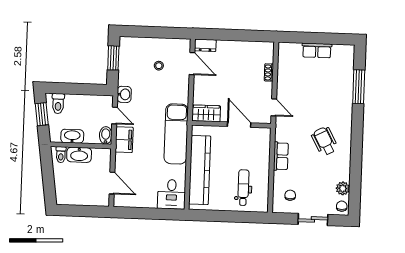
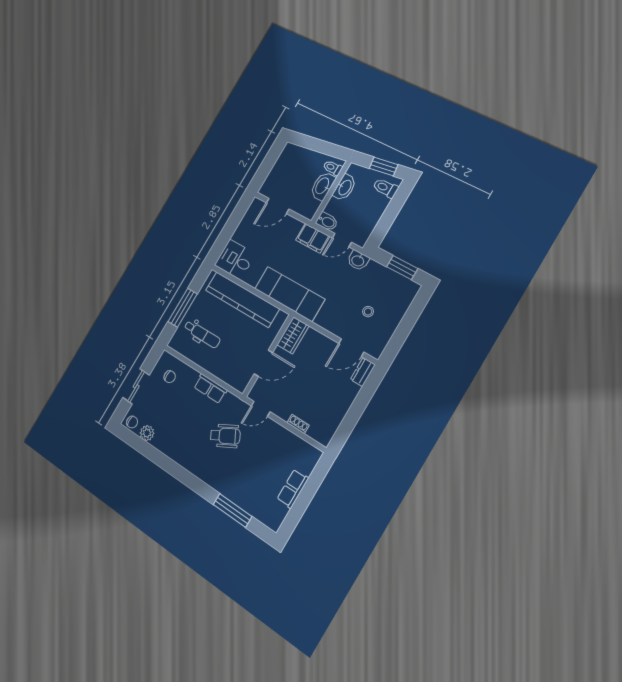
wheelchair: (325, 141) -> (225, 436), moved
window: (232, 216) -> (183, 308), added

